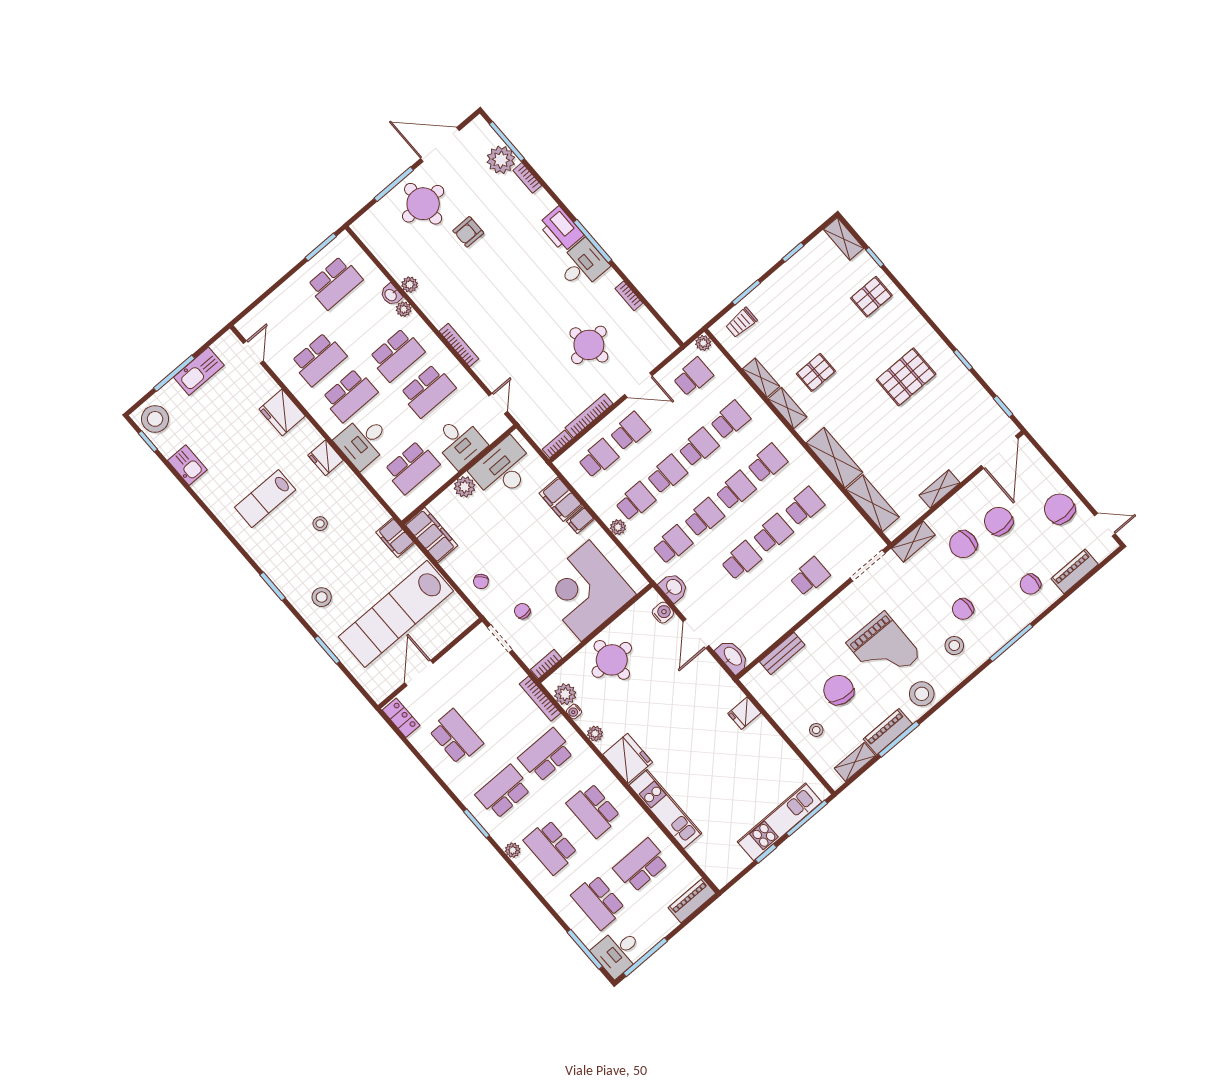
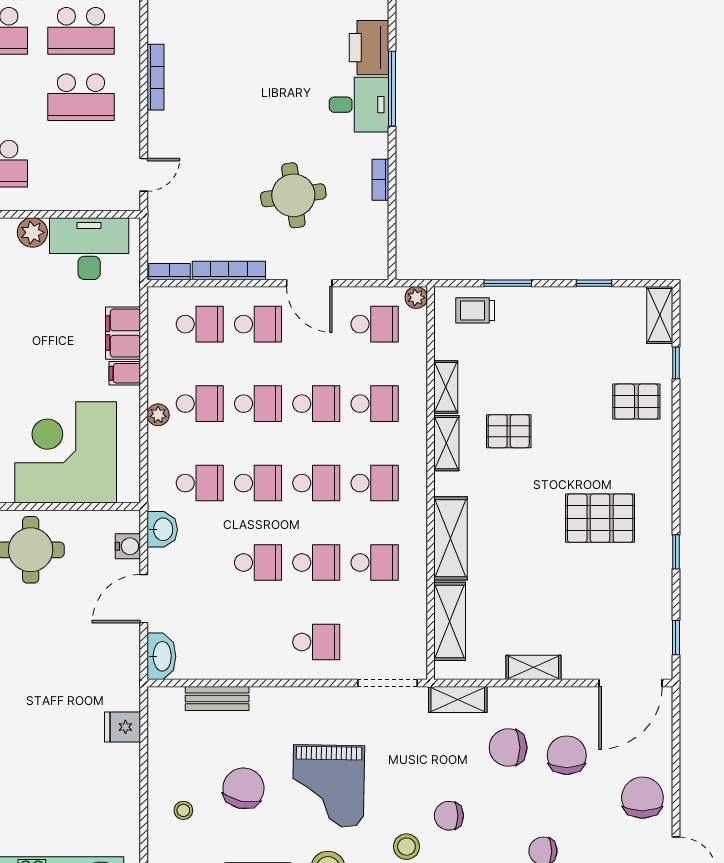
desk: (460, 442) -> (68, 180), removed

